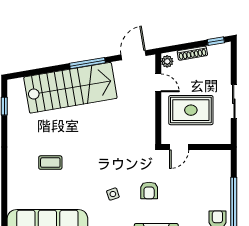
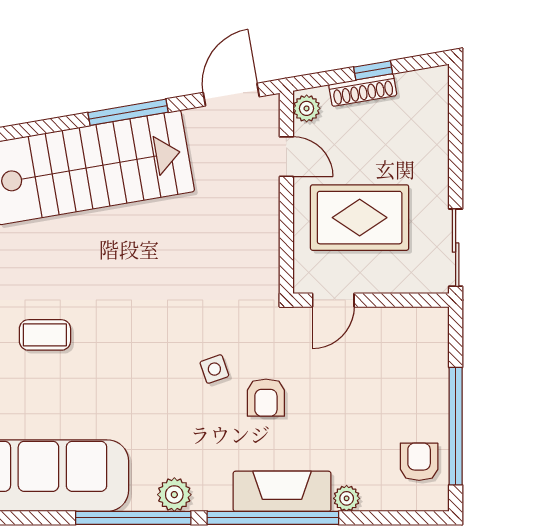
window: (216, 41) -> (373, 70), moved
sliding door: (234, 101) -> (456, 248), moved
side table: (113, 194) -> (214, 369), moved

